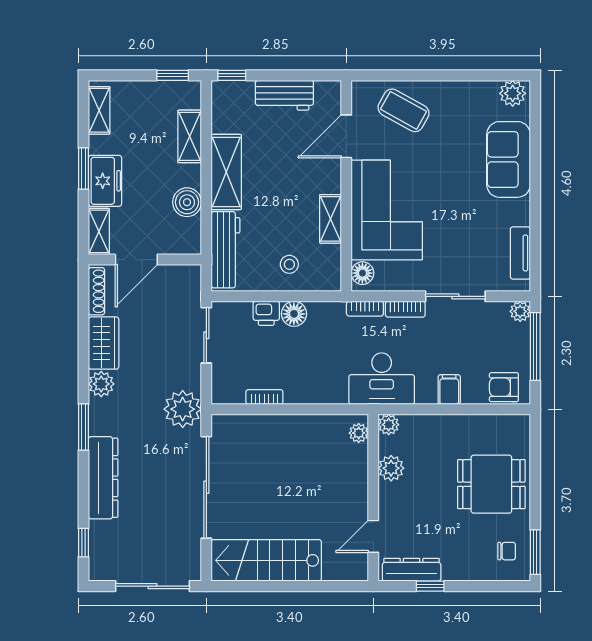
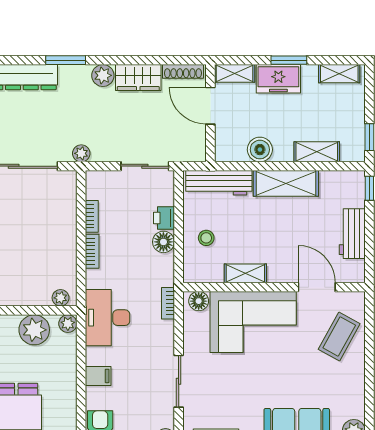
bookcase: (405, 309) -> (92, 251), moved, turned 180
plant: (183, 409) -> (81, 153), width x0.53, depth x0.53
plant: (391, 468) -> (34, 330), width x1.36, depth x1.36

